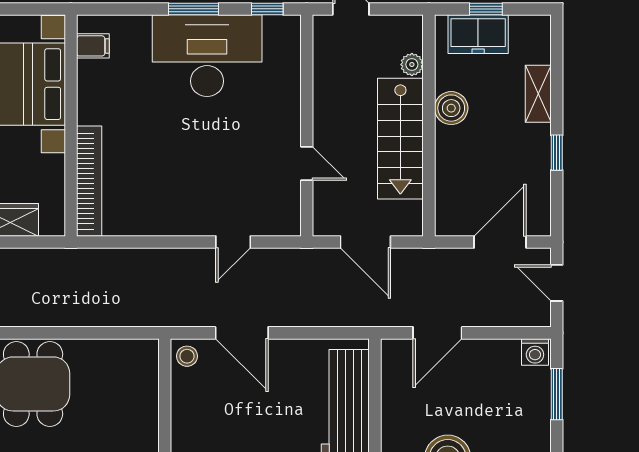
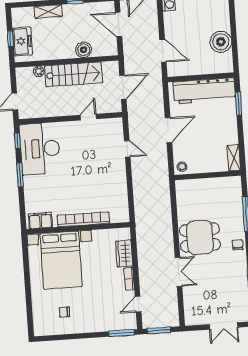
filing cabinet: (93, 46) -> (40, 221), width x2.00
desk: (207, 56) -> (40, 149), moved
boiler: (451, 108) -> (84, 50), moved
bookcase: (89, 181) -> (83, 219), moved
door: (242, 333) -> (169, 130), moved

